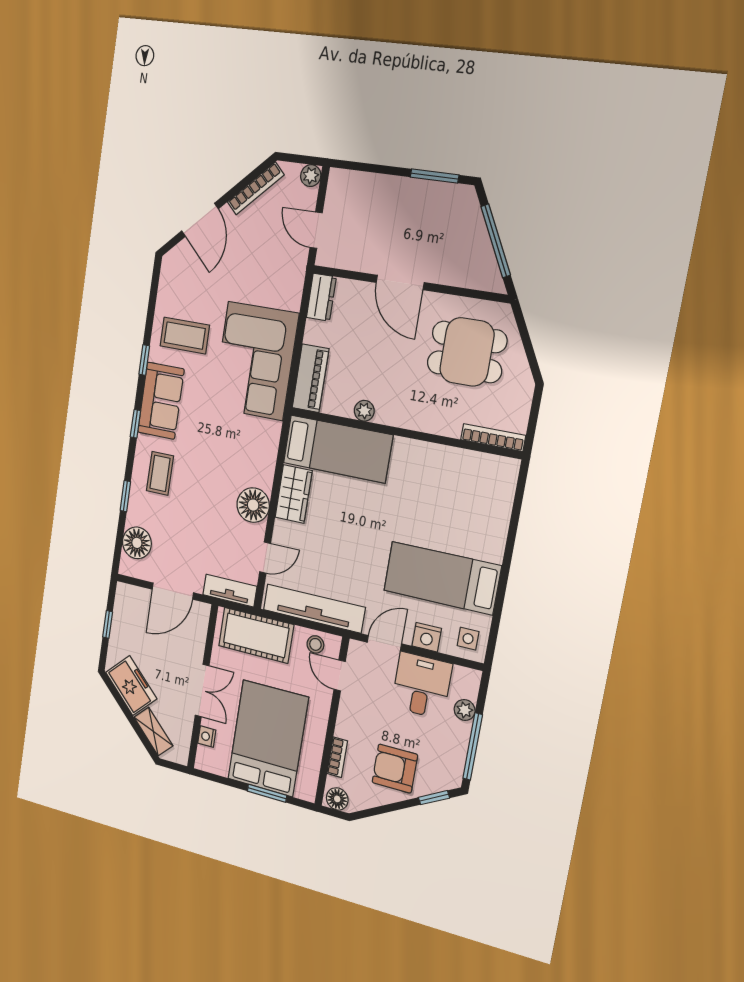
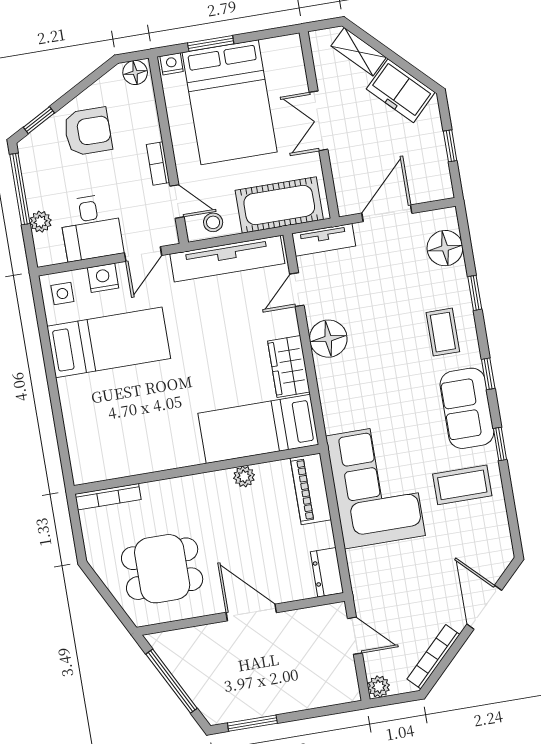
nightstand: (207, 737) -> (172, 64), moved, turned -90
bookcase: (337, 757) -> (158, 163), moved

